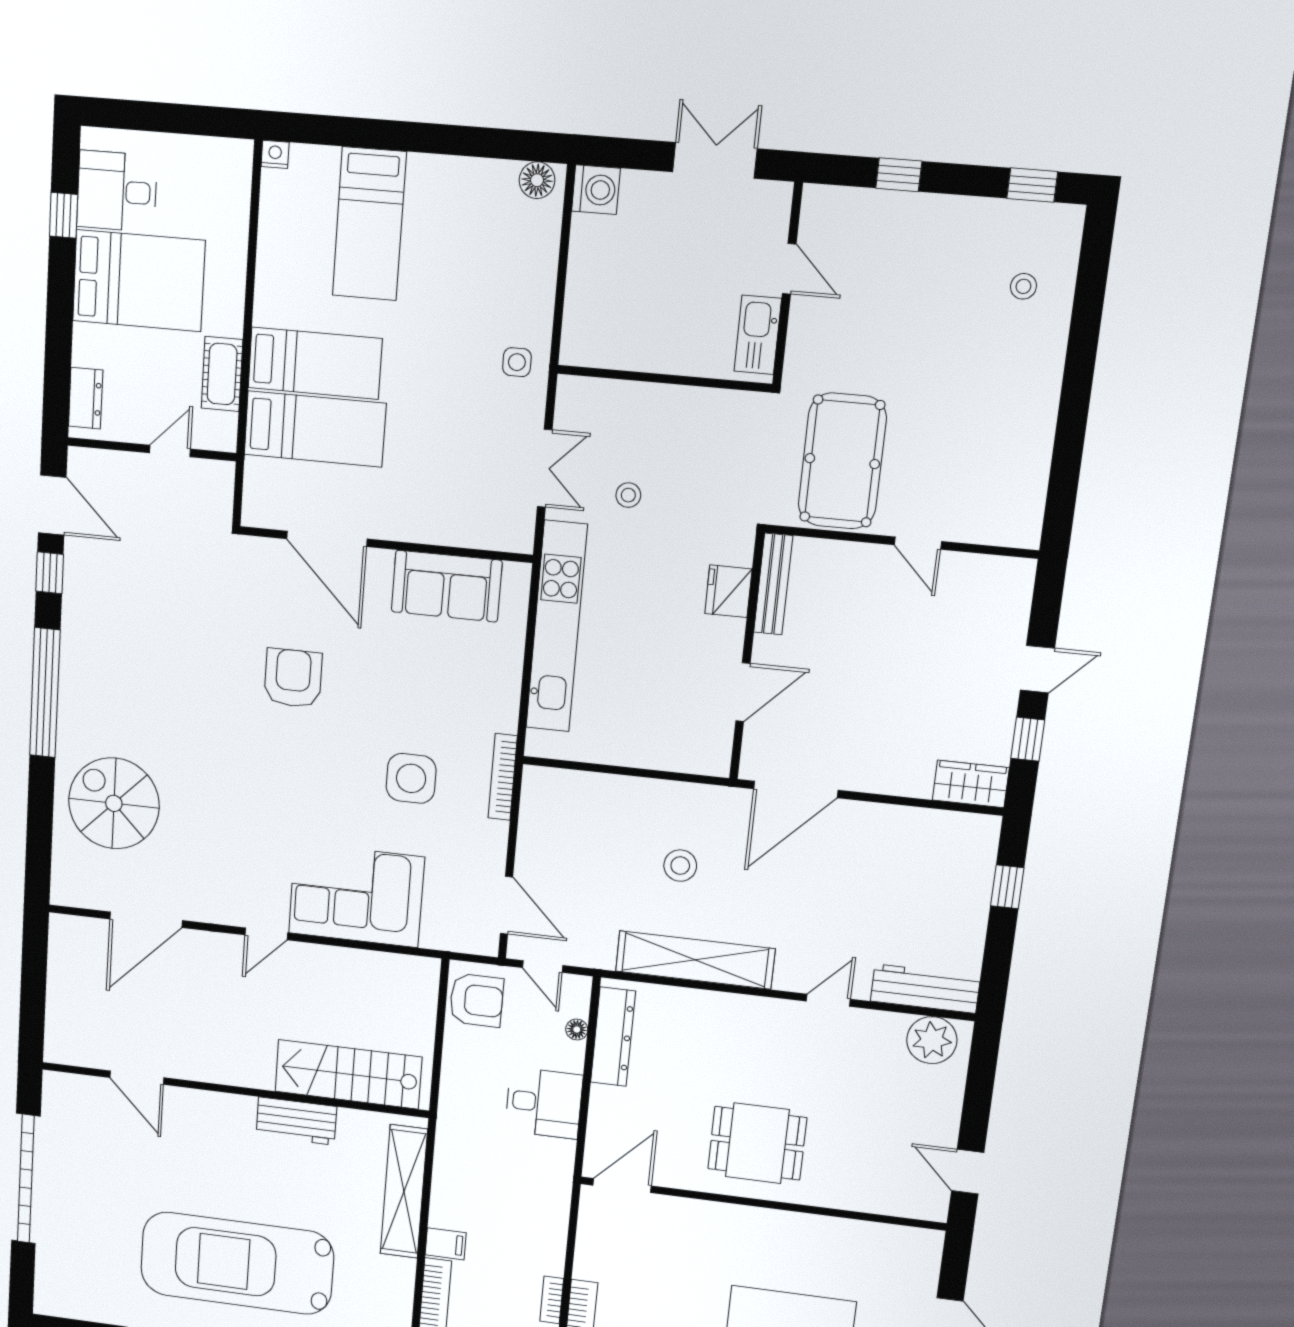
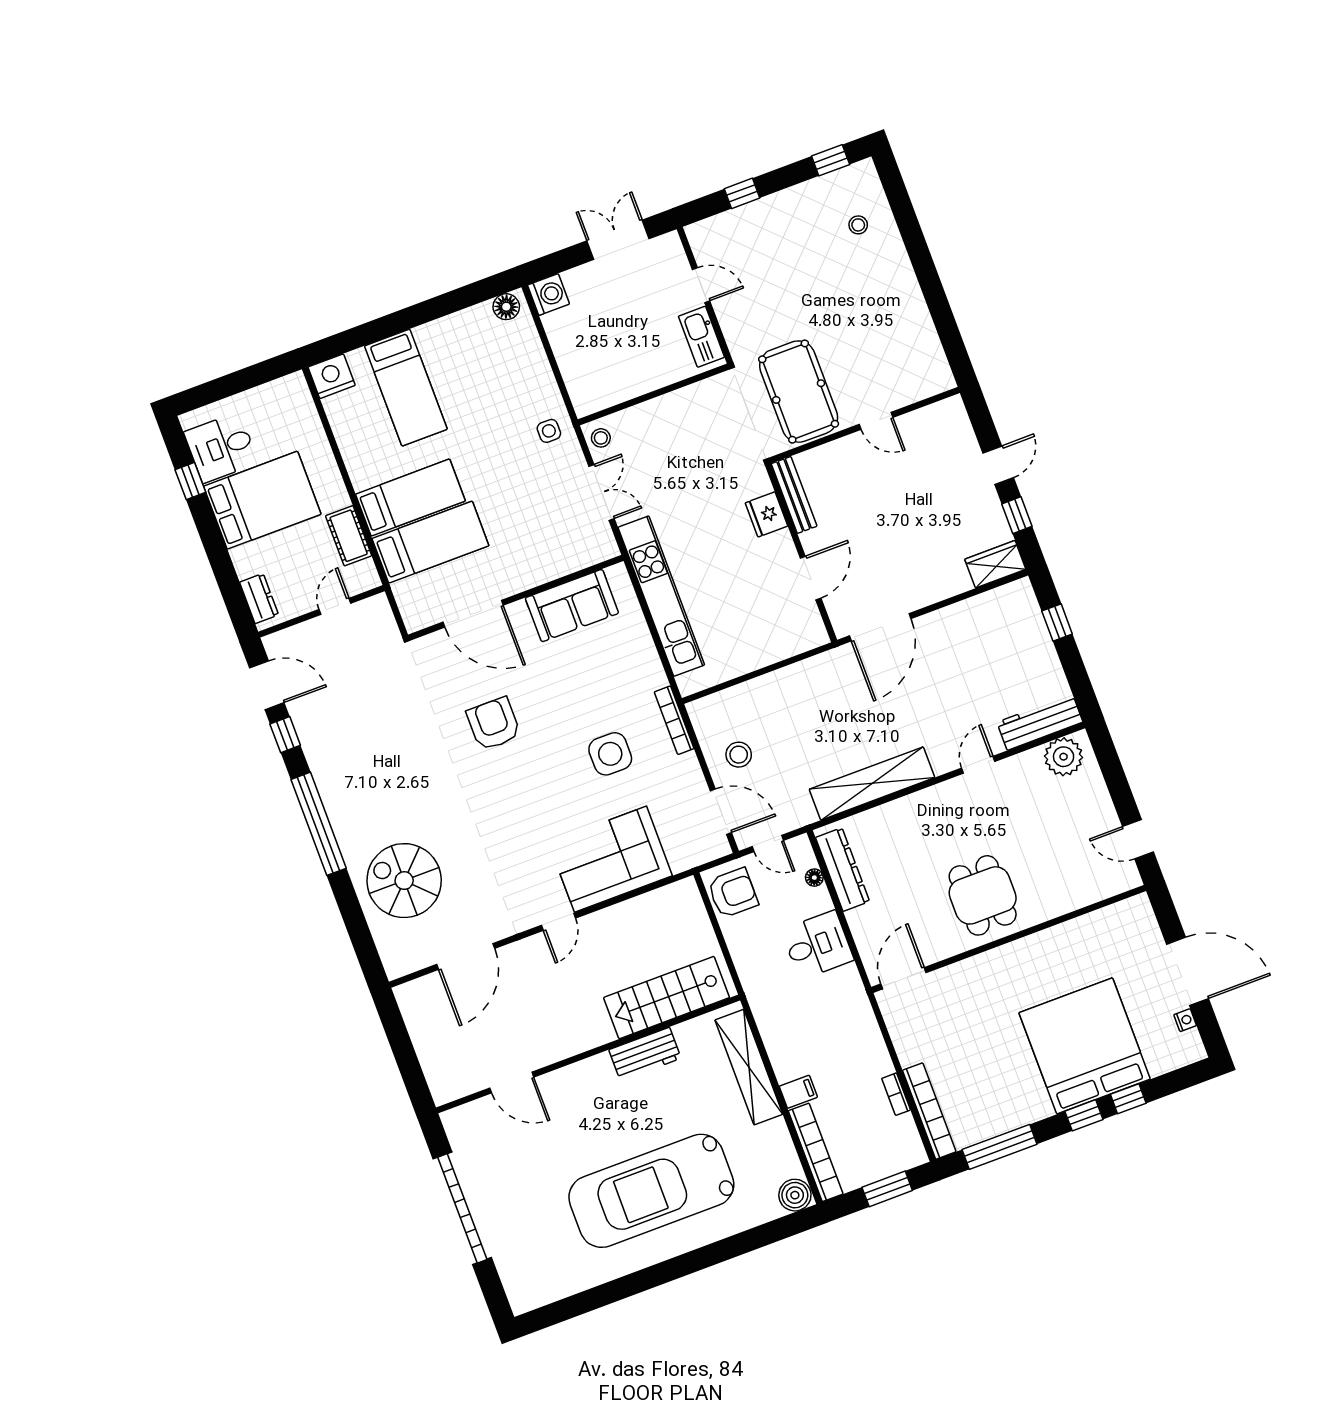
nightstand: (275, 154) -> (332, 376), width x1.89, depth x1.79
stool: (628, 495) -> (601, 438), moved
stool: (680, 866) -> (739, 755), moved
dining table: (757, 1143) -> (983, 895), turned 90

